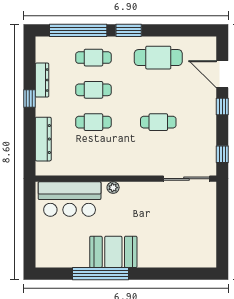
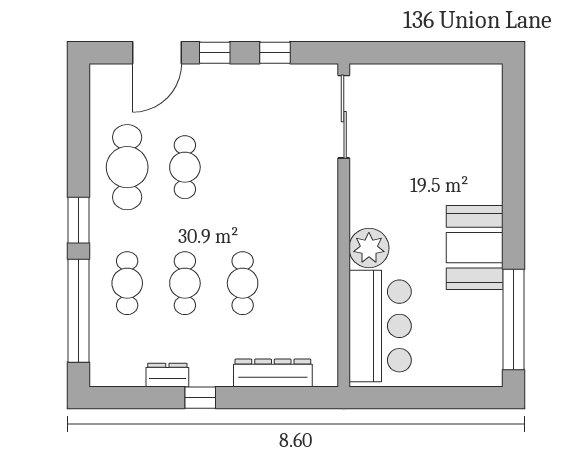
dresser: (42, 80) -> (167, 375), width x0.70
cafe table: (158, 122) -> (185, 167), moved
window: (222, 154) -> (275, 53), moved
plant: (113, 188) -> (369, 248), width x1.88, depth x1.88
window: (101, 274) -> (514, 319), moved

